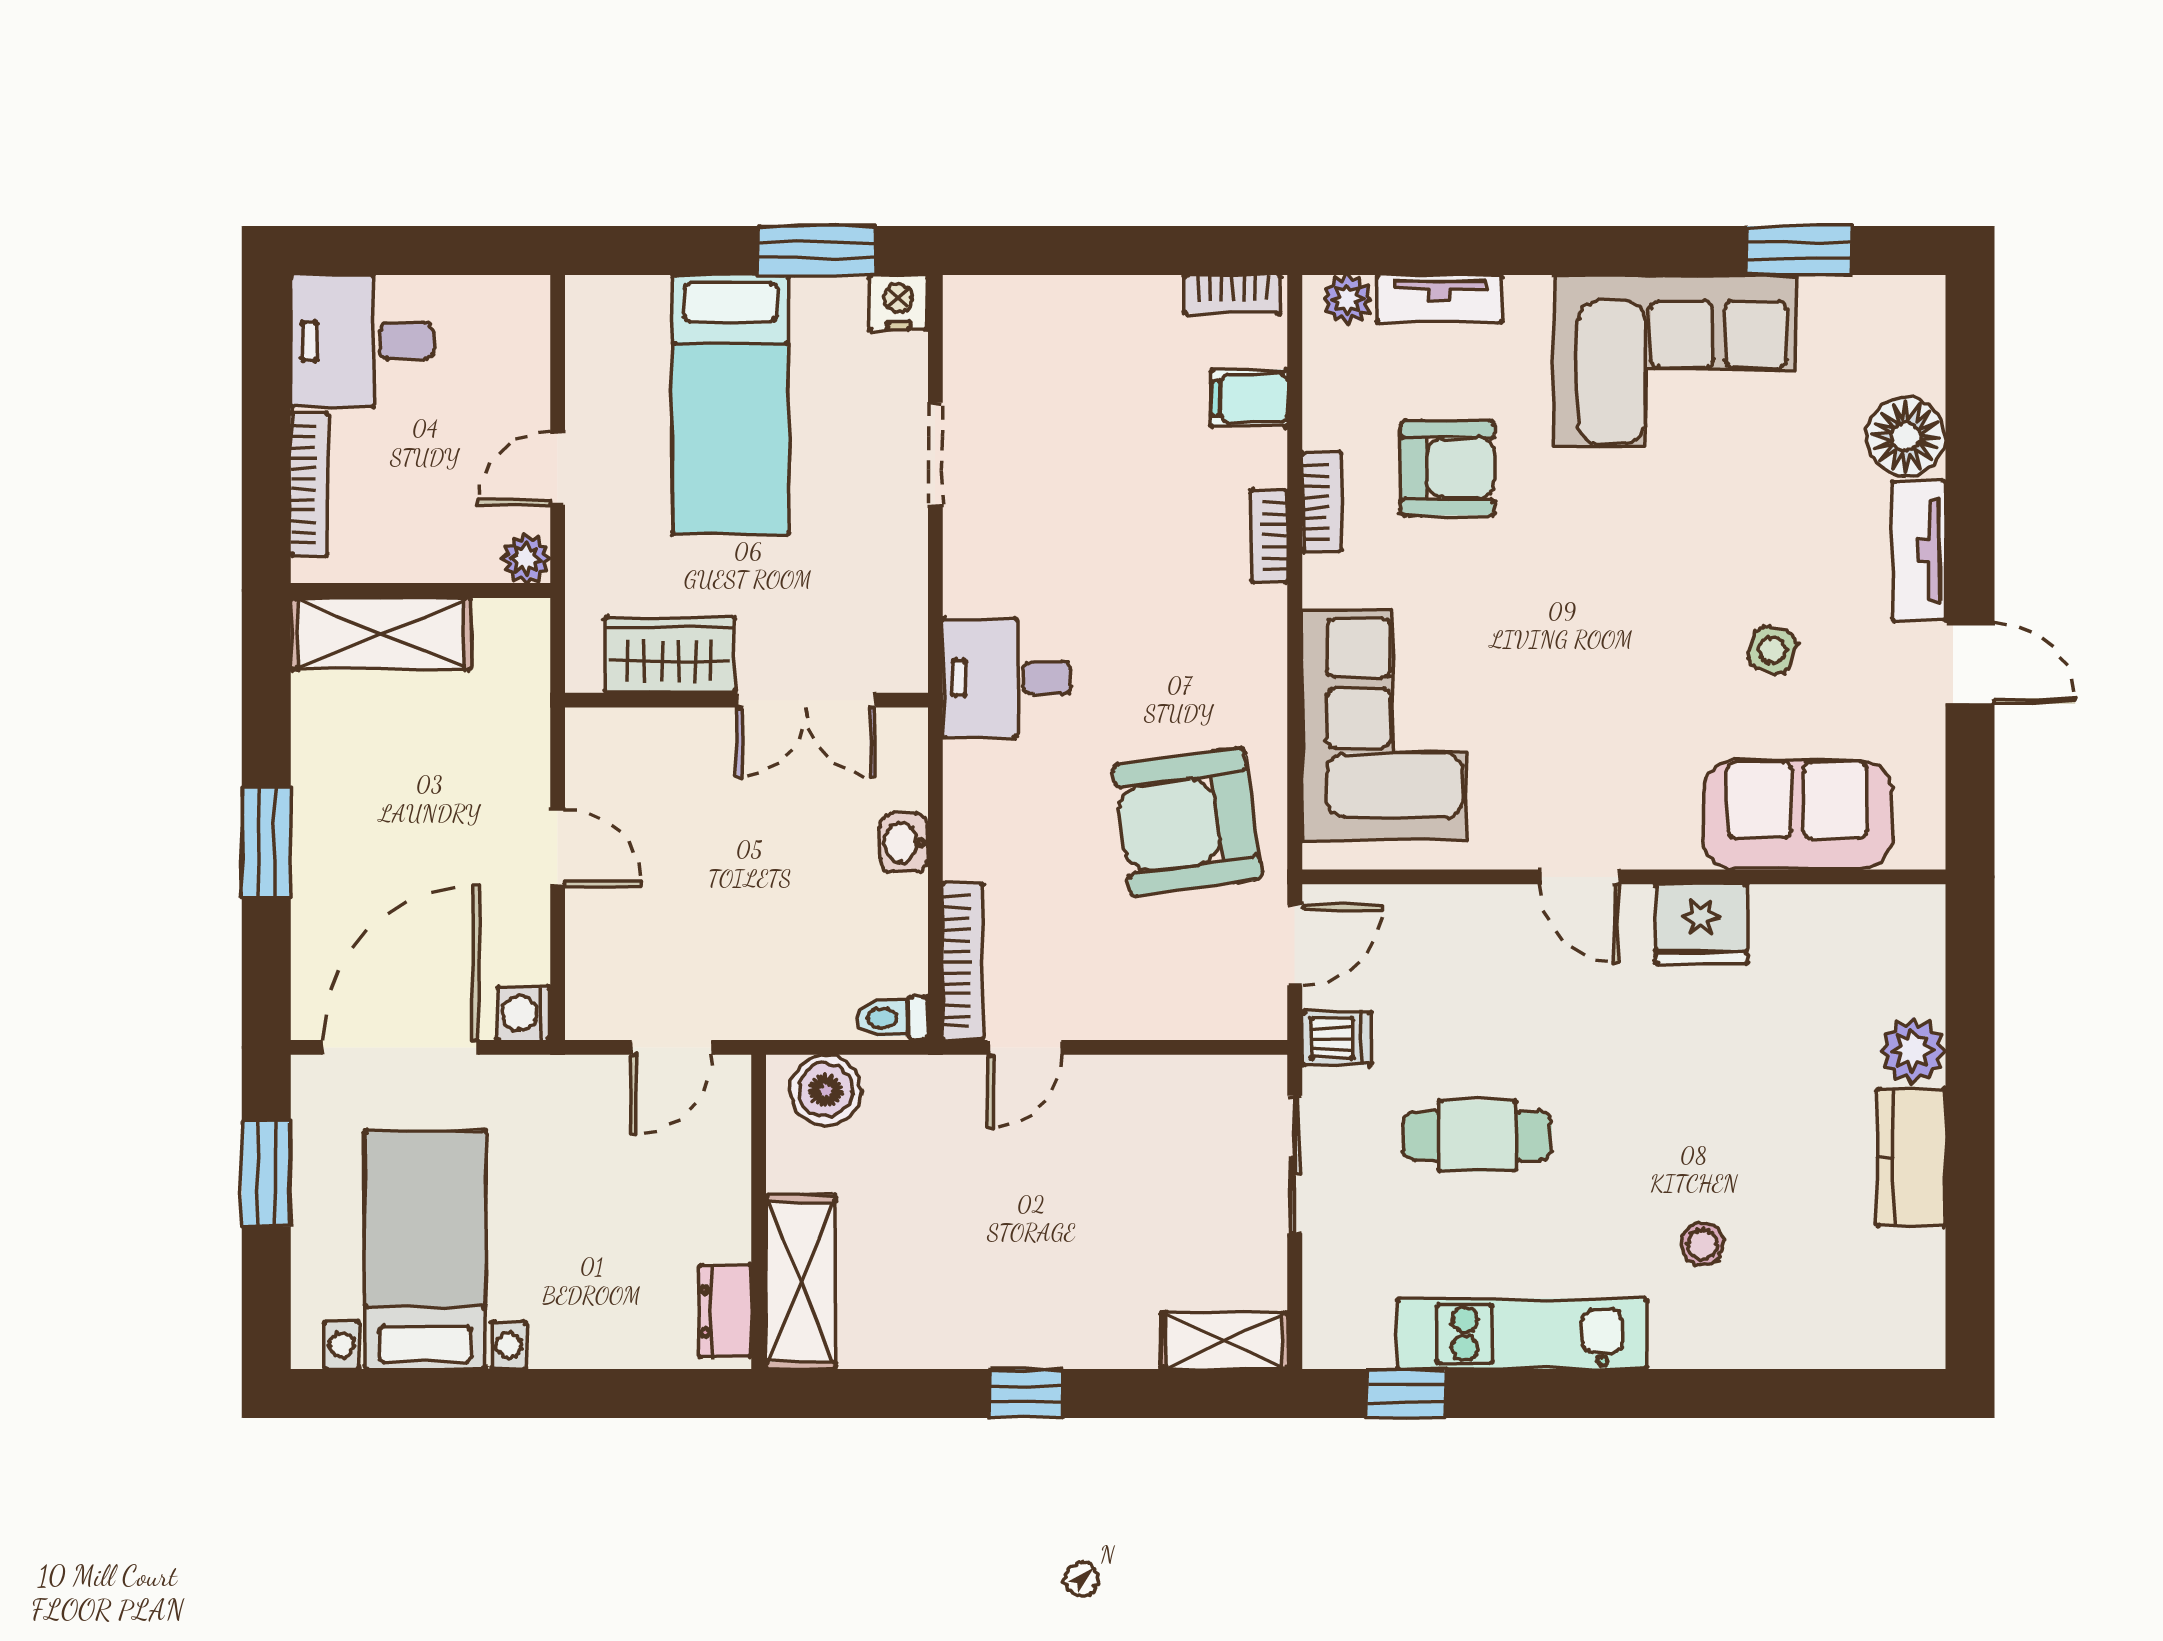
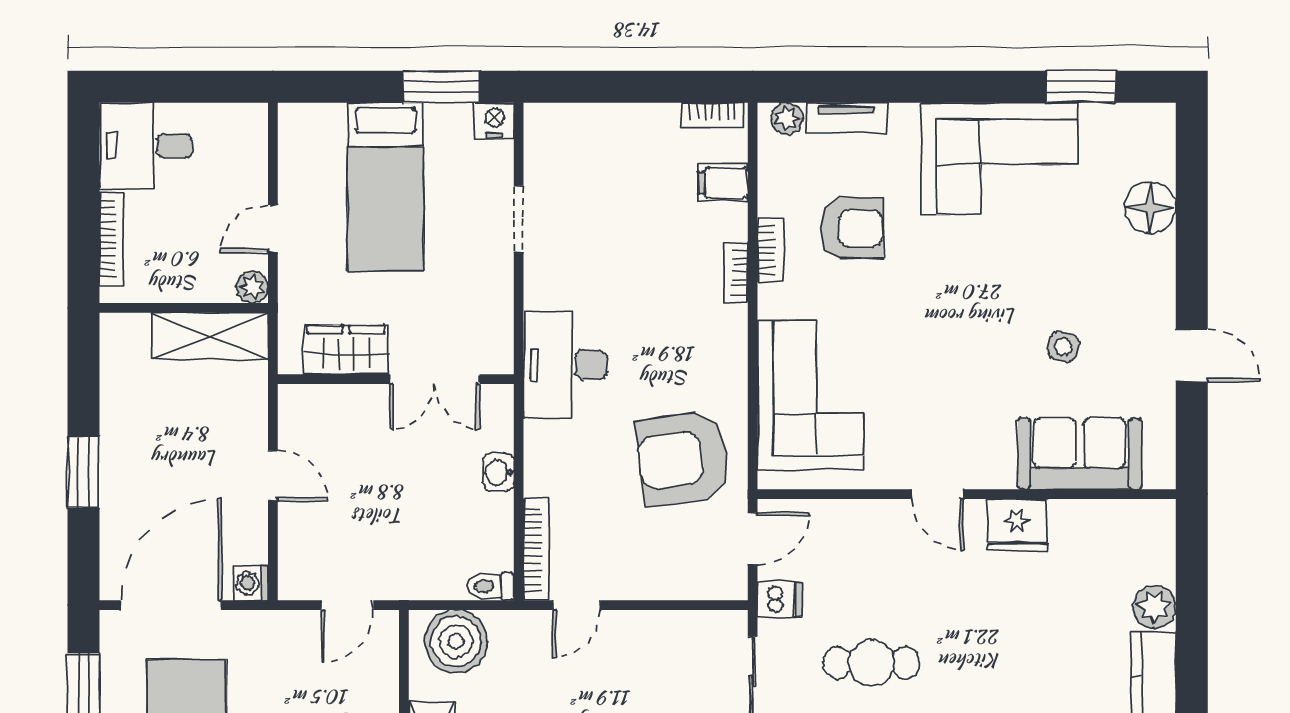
tv unit: (1919, 551) -> (1159, 282), removed
shelving: (381, 634) -> (210, 336), moved
desk: (1007, 678) -> (565, 365), width x1.37
boiler: (826, 1090) -> (456, 641), width x1.37, depth x1.37

